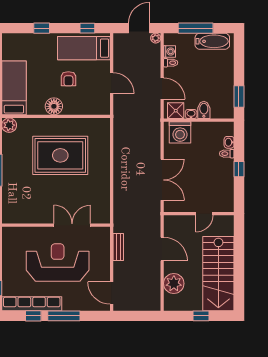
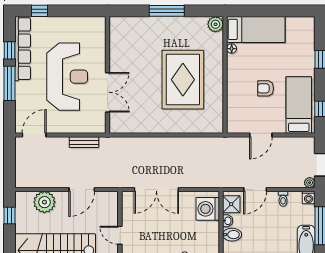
washing machine: (169, 52) -> (309, 198), moved
floor lamp: (54, 106) -> (232, 49), moved, width x0.53, depth x0.53
window: (201, 316) -> (10, 215), moved

